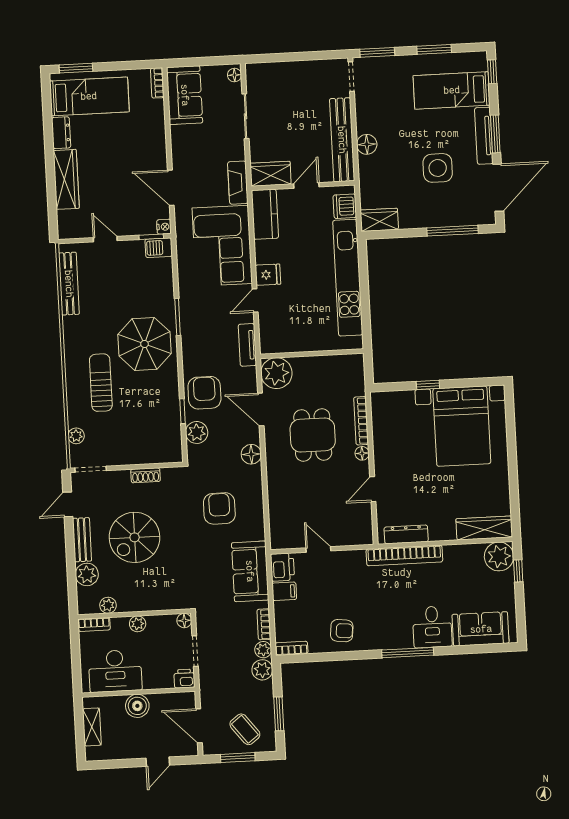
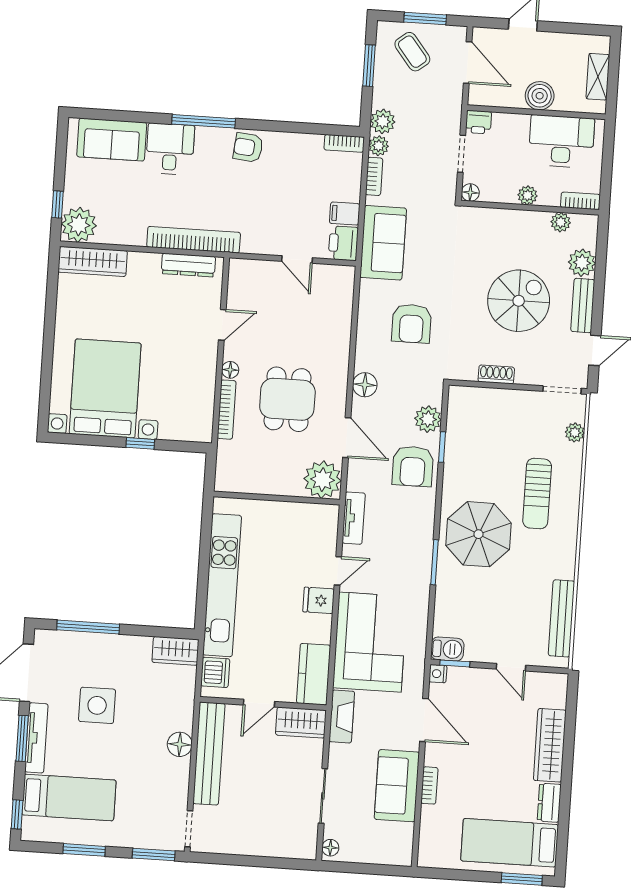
bookcase: (157, 83) -> (429, 785), moved
sofa: (185, 95) -> (397, 786), moved
armchair: (342, 631) -> (248, 148), moved

